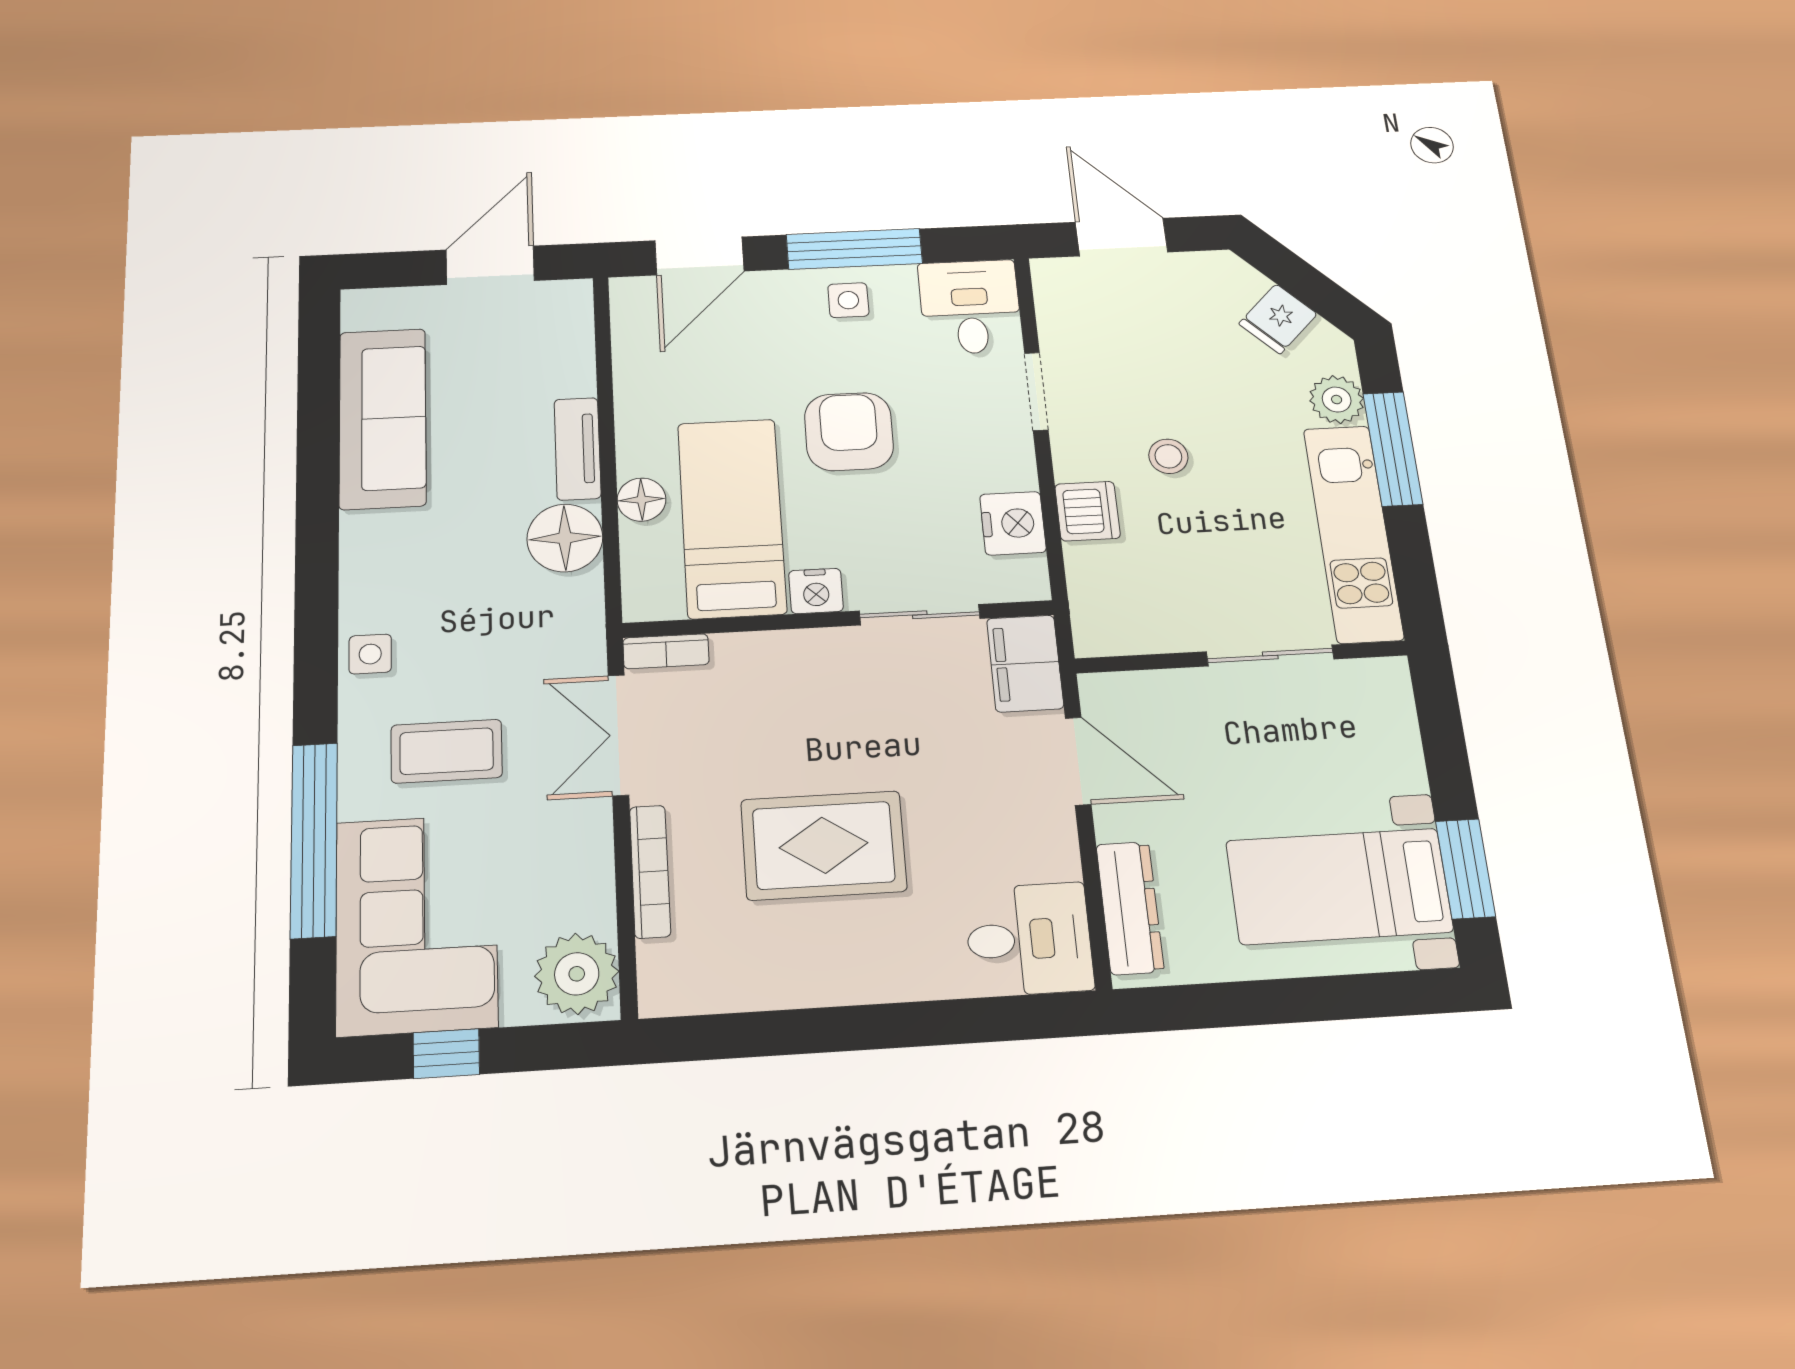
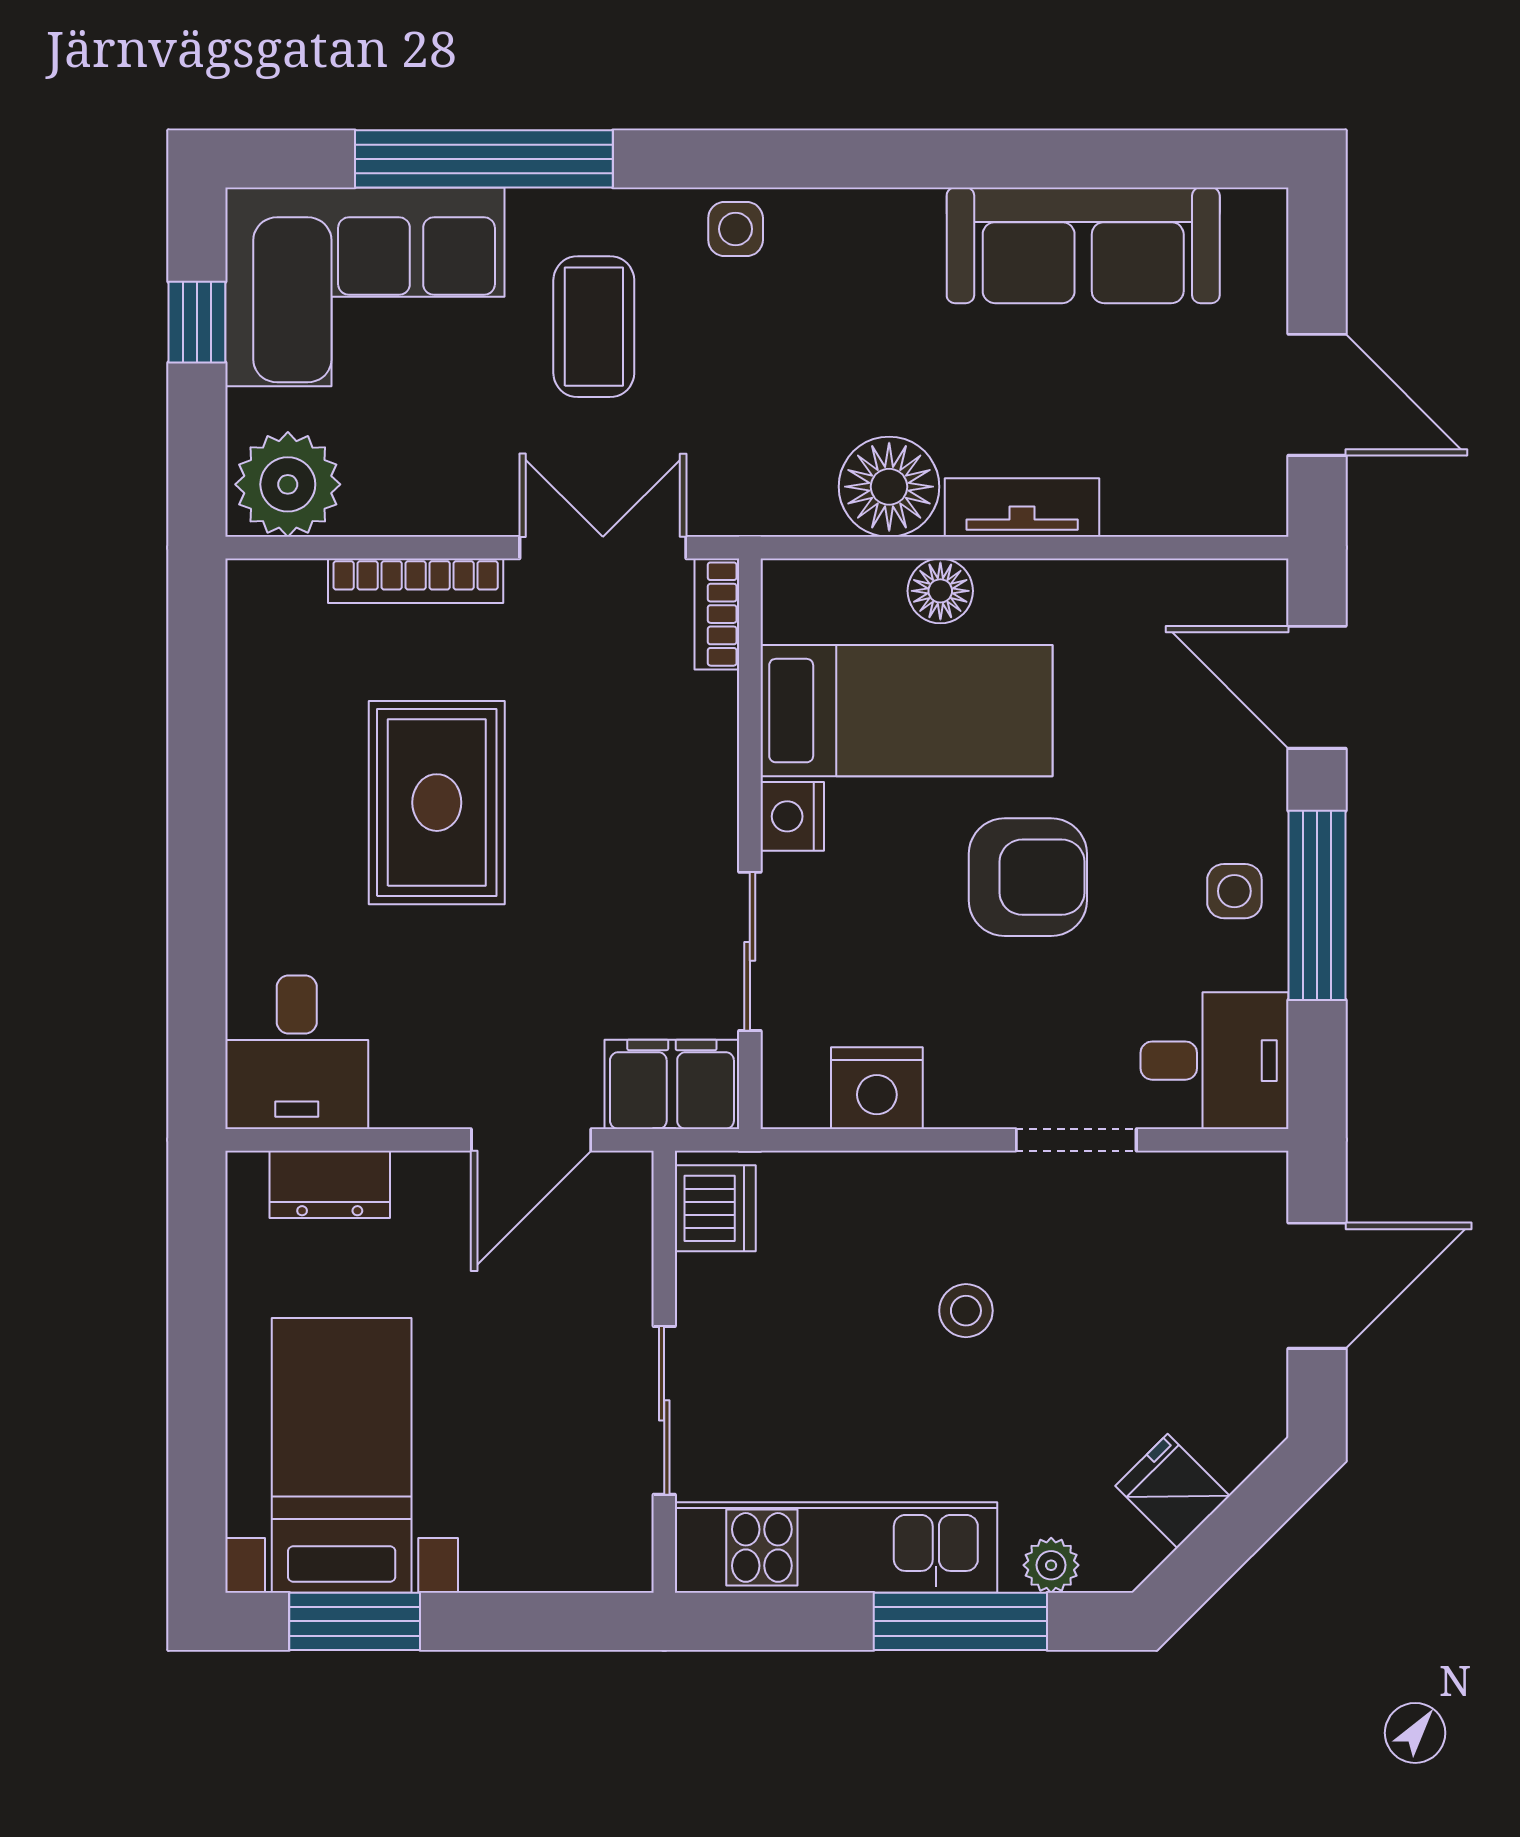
plant: (1337, 400) -> (1051, 1565), width x0.73, depth x0.73
dishwasher: (1088, 511) -> (715, 1208), moved, turned -90
dresser: (1130, 908) -> (330, 1184), width x0.70

